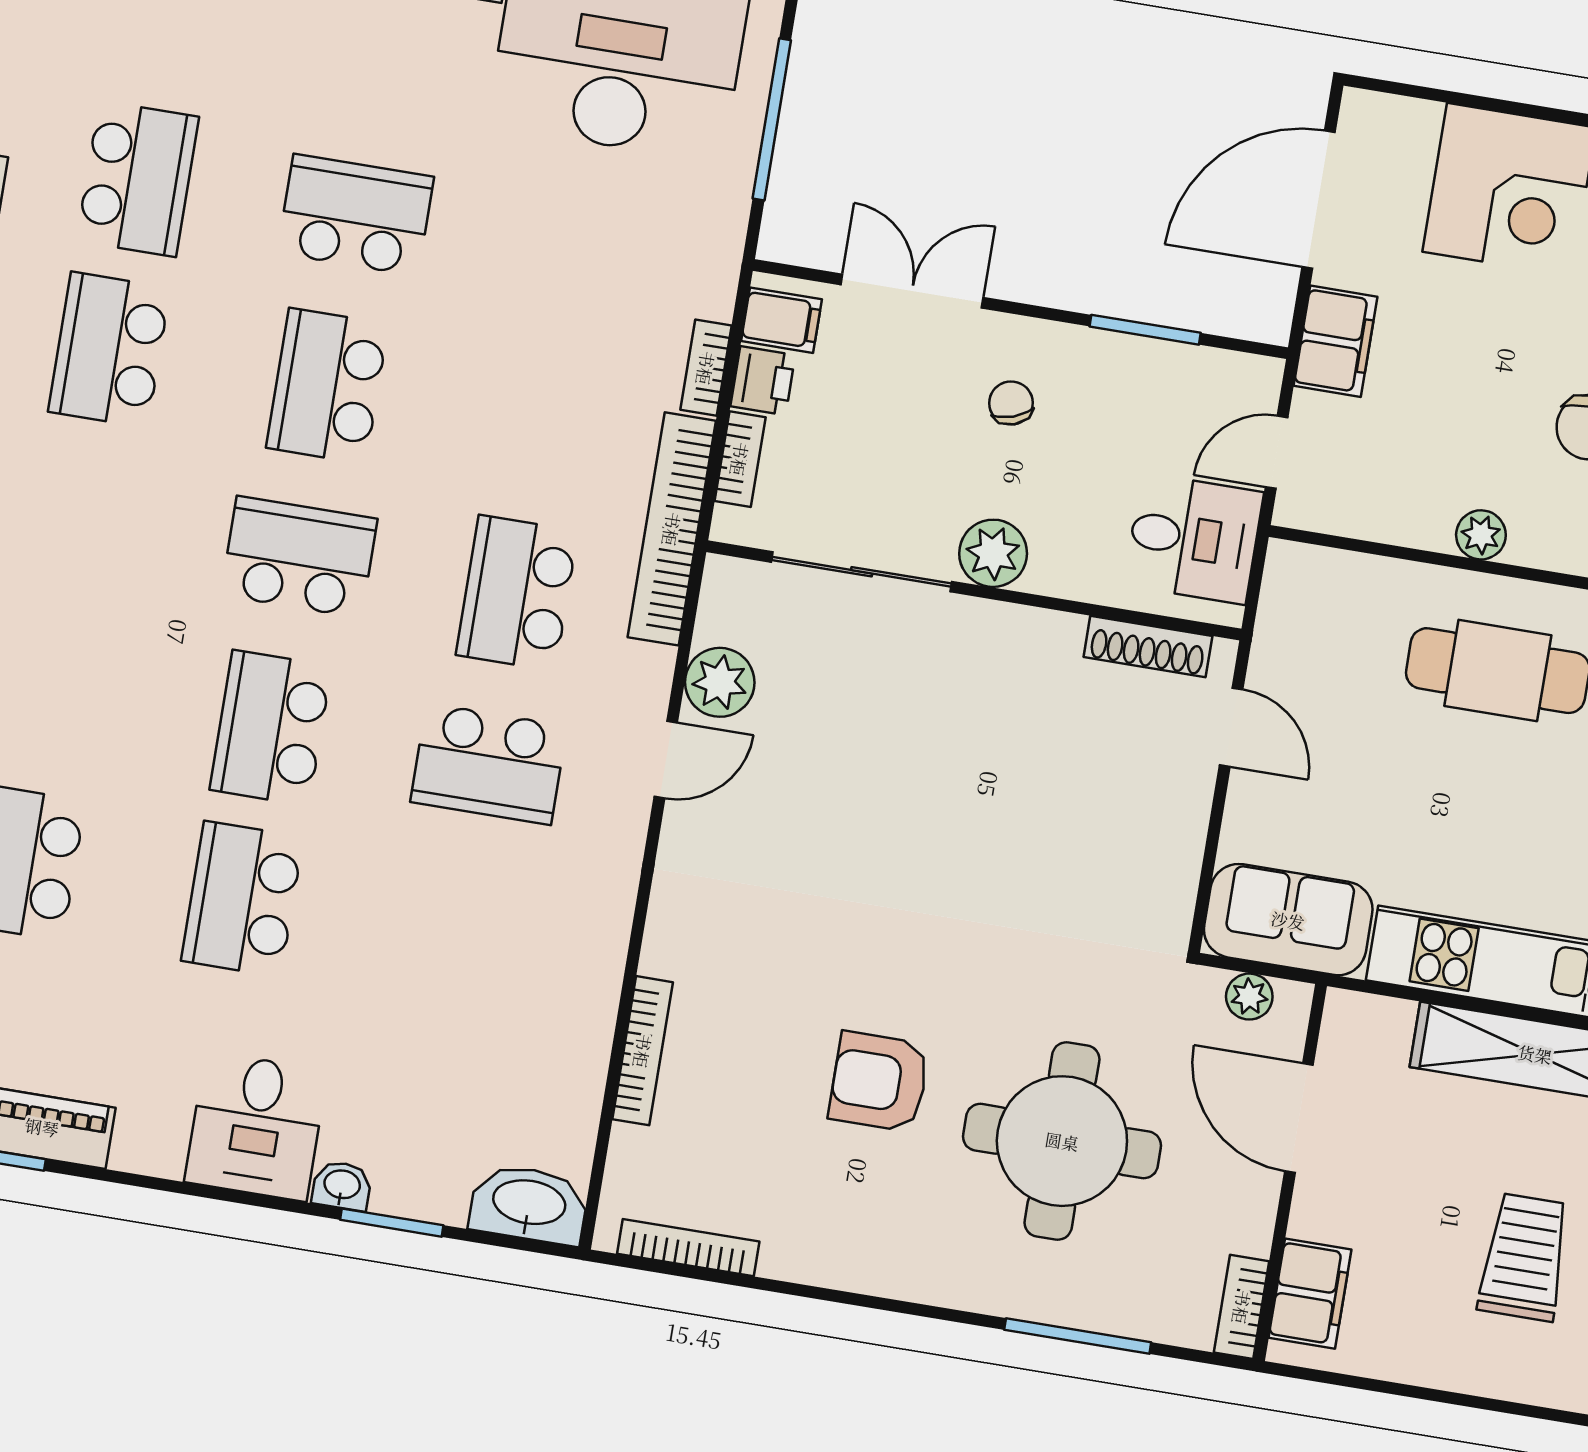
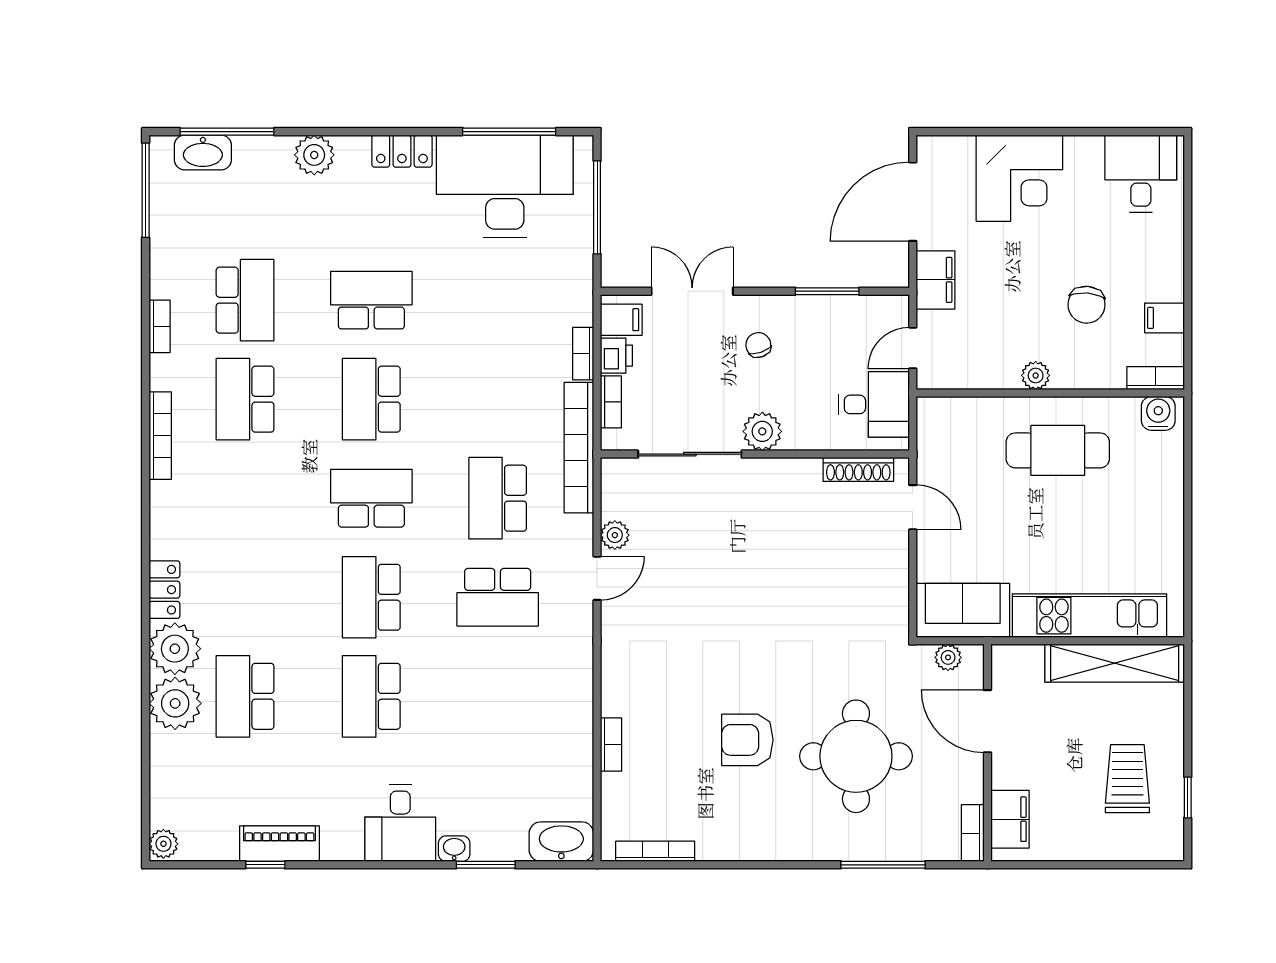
plant: (720, 682) -> (615, 535), width x0.73, depth x0.73
bookcase: (643, 1051) -> (611, 745), width x0.64

